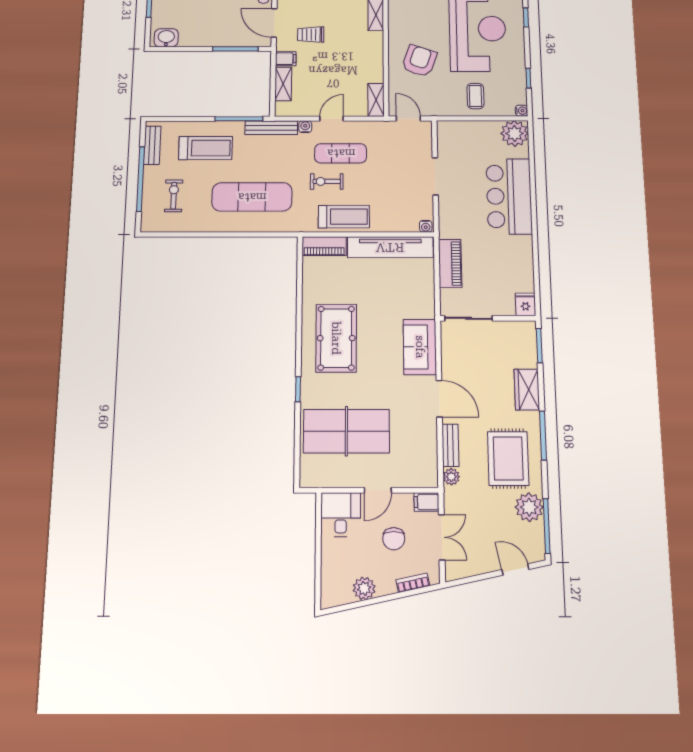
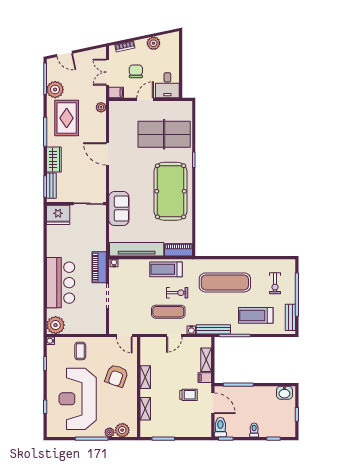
shelving: (376, 100) -> (145, 377), moved
piano: (450, 263) -> (99, 267), moved
fridge: (525, 304) -> (58, 215), width x1.88, depth x1.34
pool table: (336, 338) -> (171, 191), width x1.36, depth x1.32
sofa: (420, 347) -> (119, 208), moved
bench: (450, 445) -> (51, 186), moved

